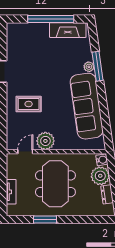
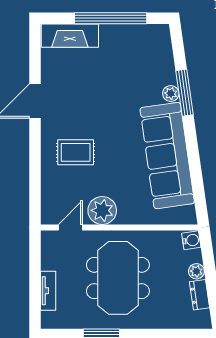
fireplace: (68, 30) -> (70, 36), moved
plant: (100, 176) -> (196, 271), width x0.53, depth x0.53

